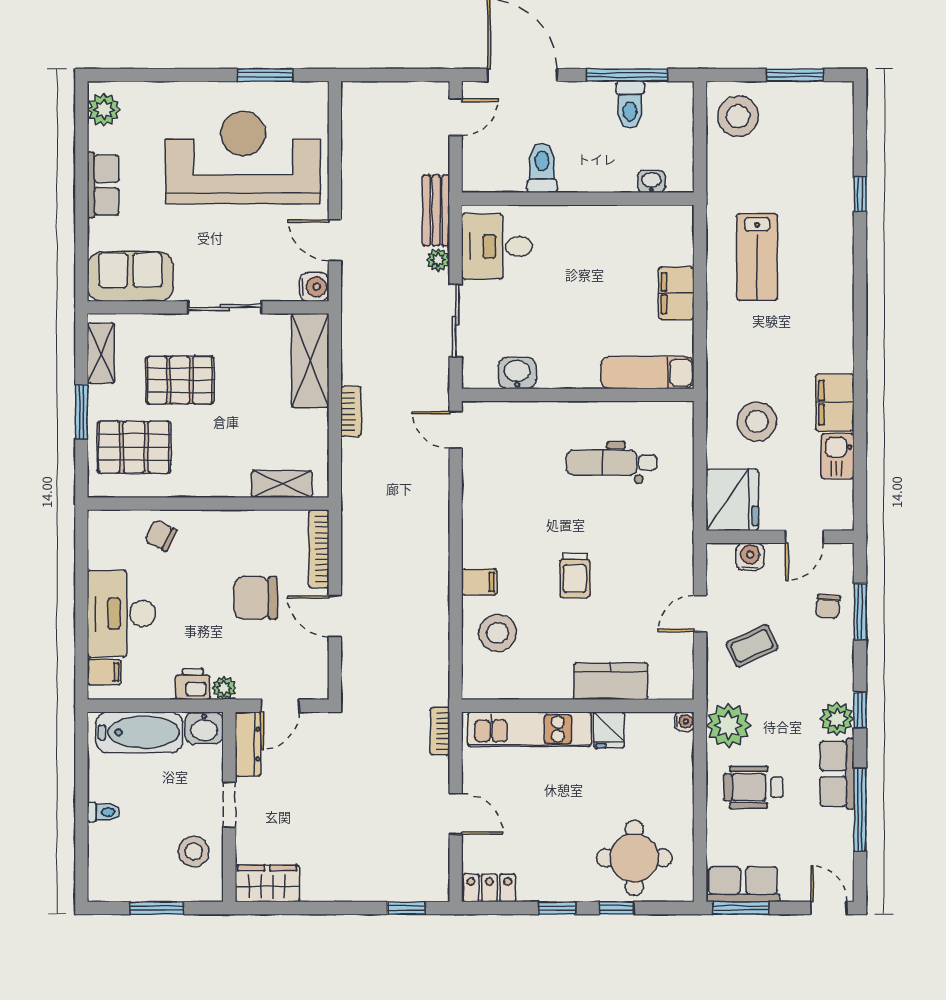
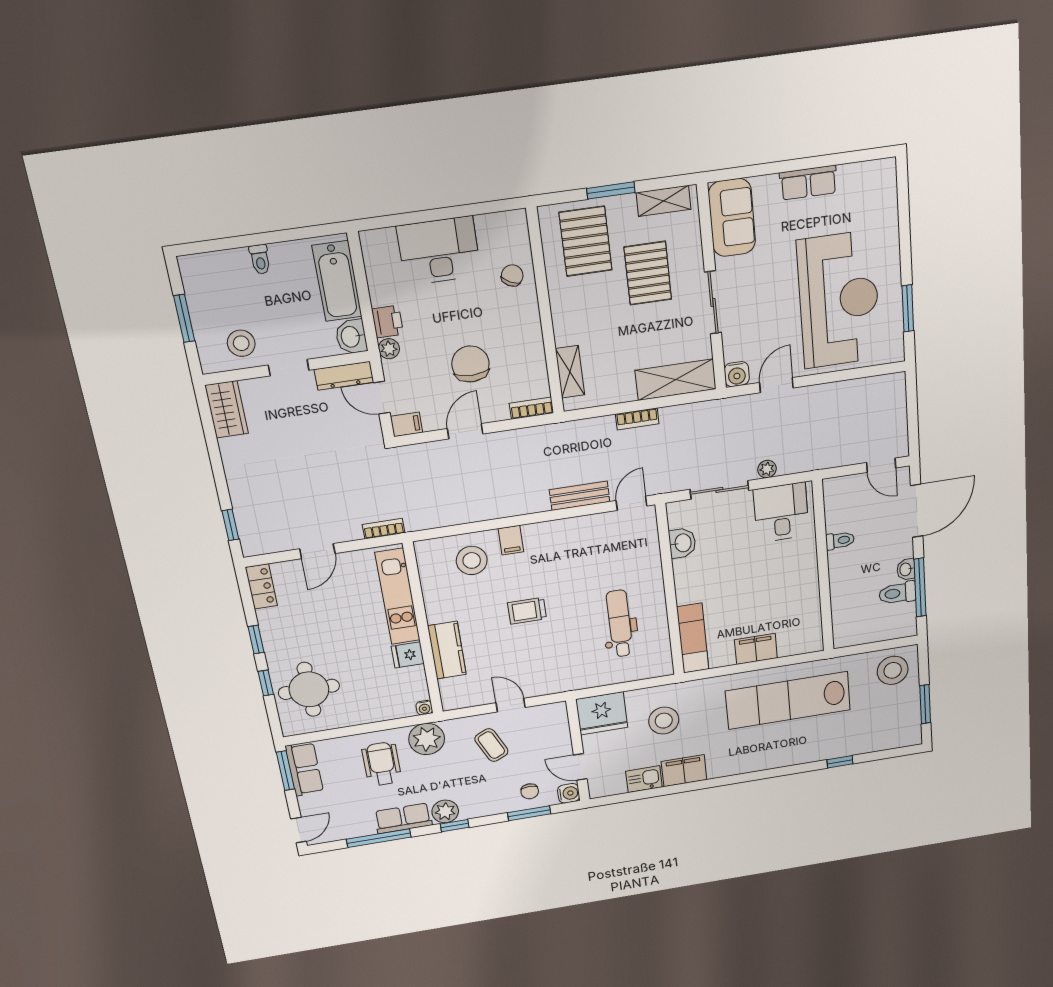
plant: (104, 110) -> (872, 174), removed
toilet: (542, 168) -> (840, 540), width x0.73, depth x0.72
washbasin: (651, 181) -> (906, 569), moved, turned 180
bench: (436, 211) -> (580, 496), moved
lab bench: (757, 257) -> (788, 700), width x1.86, depth x1.39
bookcase: (319, 549) -> (531, 408), width x0.64
water cooler: (750, 557) -> (569, 793), moved
chair: (828, 606) -> (530, 791), turned -96
filing cabinet: (104, 672) -> (407, 424), moved, turned -90

